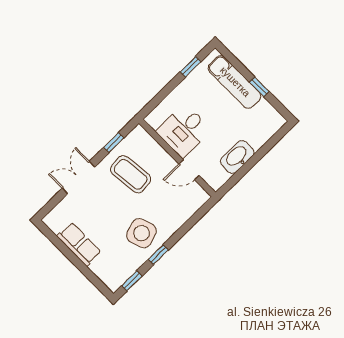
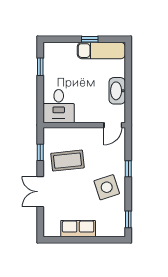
exam couch: (235, 82) -> (101, 51), moved
desk: (184, 131) -> (59, 106), moved
door: (189, 170) -> (113, 125), moved
window: (158, 255) -> (128, 169), moved

